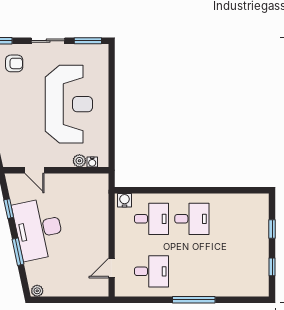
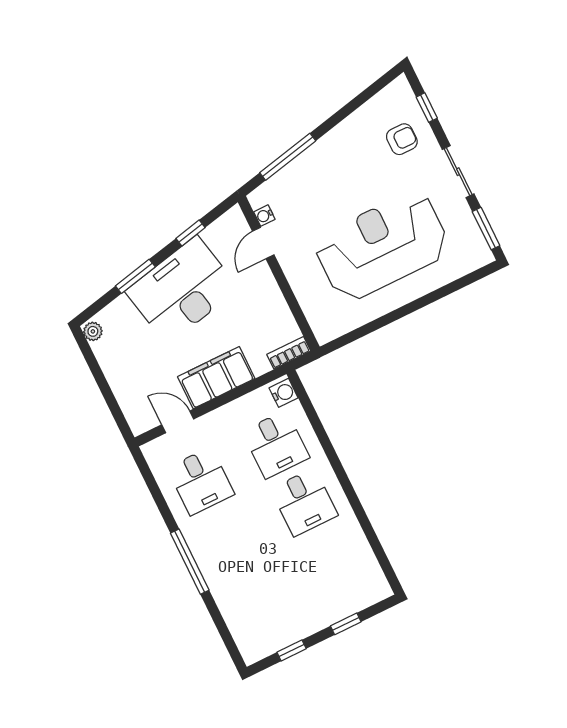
armchair: (14, 63) -> (402, 139), turned -90
reception desk: (69, 104) -> (382, 246), turned 180
plant: (79, 161) -> (308, 301), removed
water cooler: (92, 162) -> (264, 216), moved
bookcase: (103, 186) -> (289, 353), added
filing cabinet: (97, 234) -> (216, 378), added

